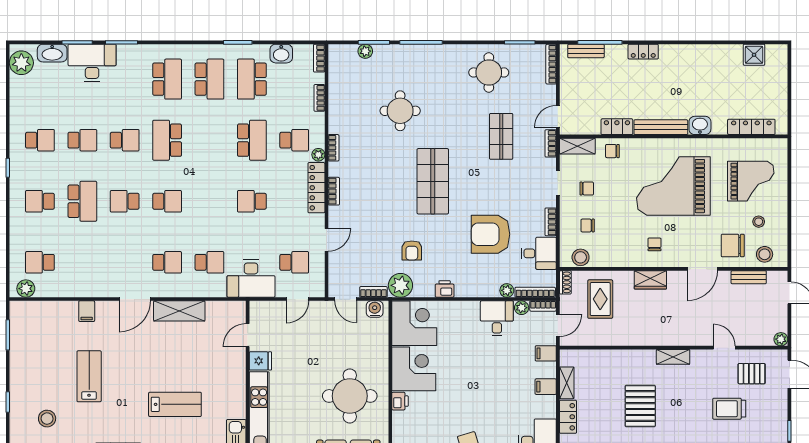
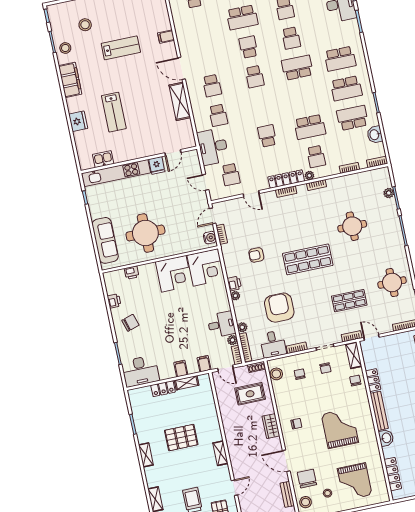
grand piano: (673, 186) -> (340, 428), width x0.73, depth x0.68
plant: (400, 285) -> (235, 296), moved, width x0.53, depth x0.53
door: (248, 335) -> (173, 153), swing flipped
printer: (400, 401) -> (132, 273), moved

